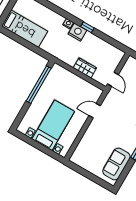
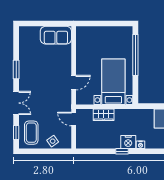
window: (39, 85) -> (135, 55), moved
bed with nightstands: (53, 125) -> (113, 82), moved, turned 180
sofa: (116, 164) -> (56, 35), moved, turned 90

